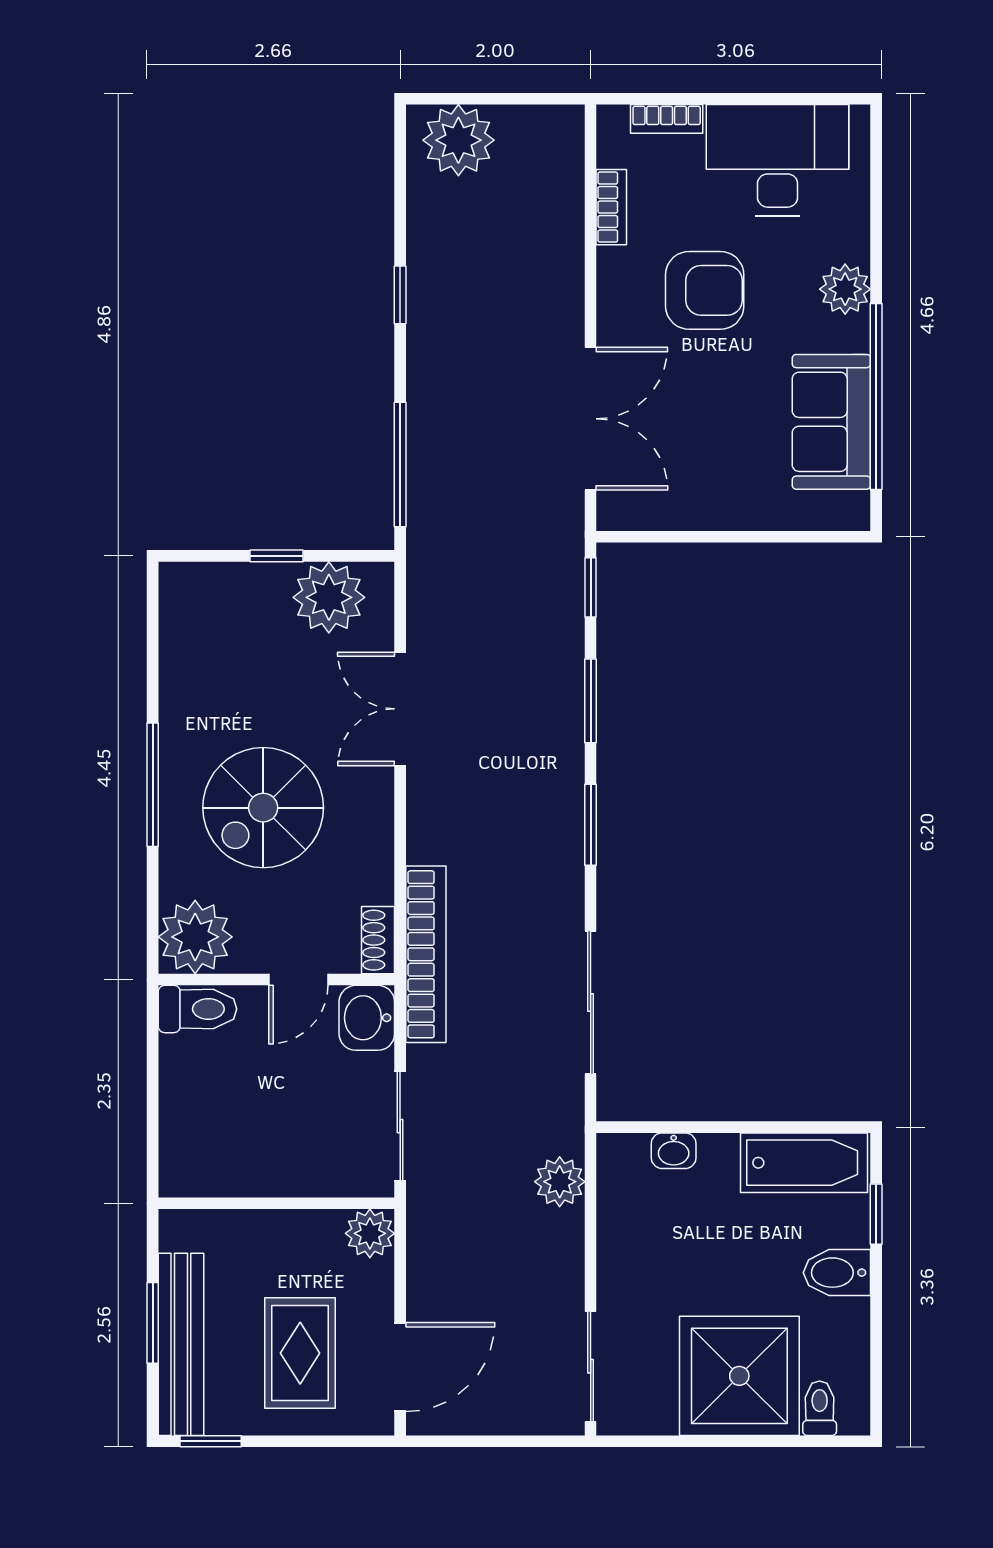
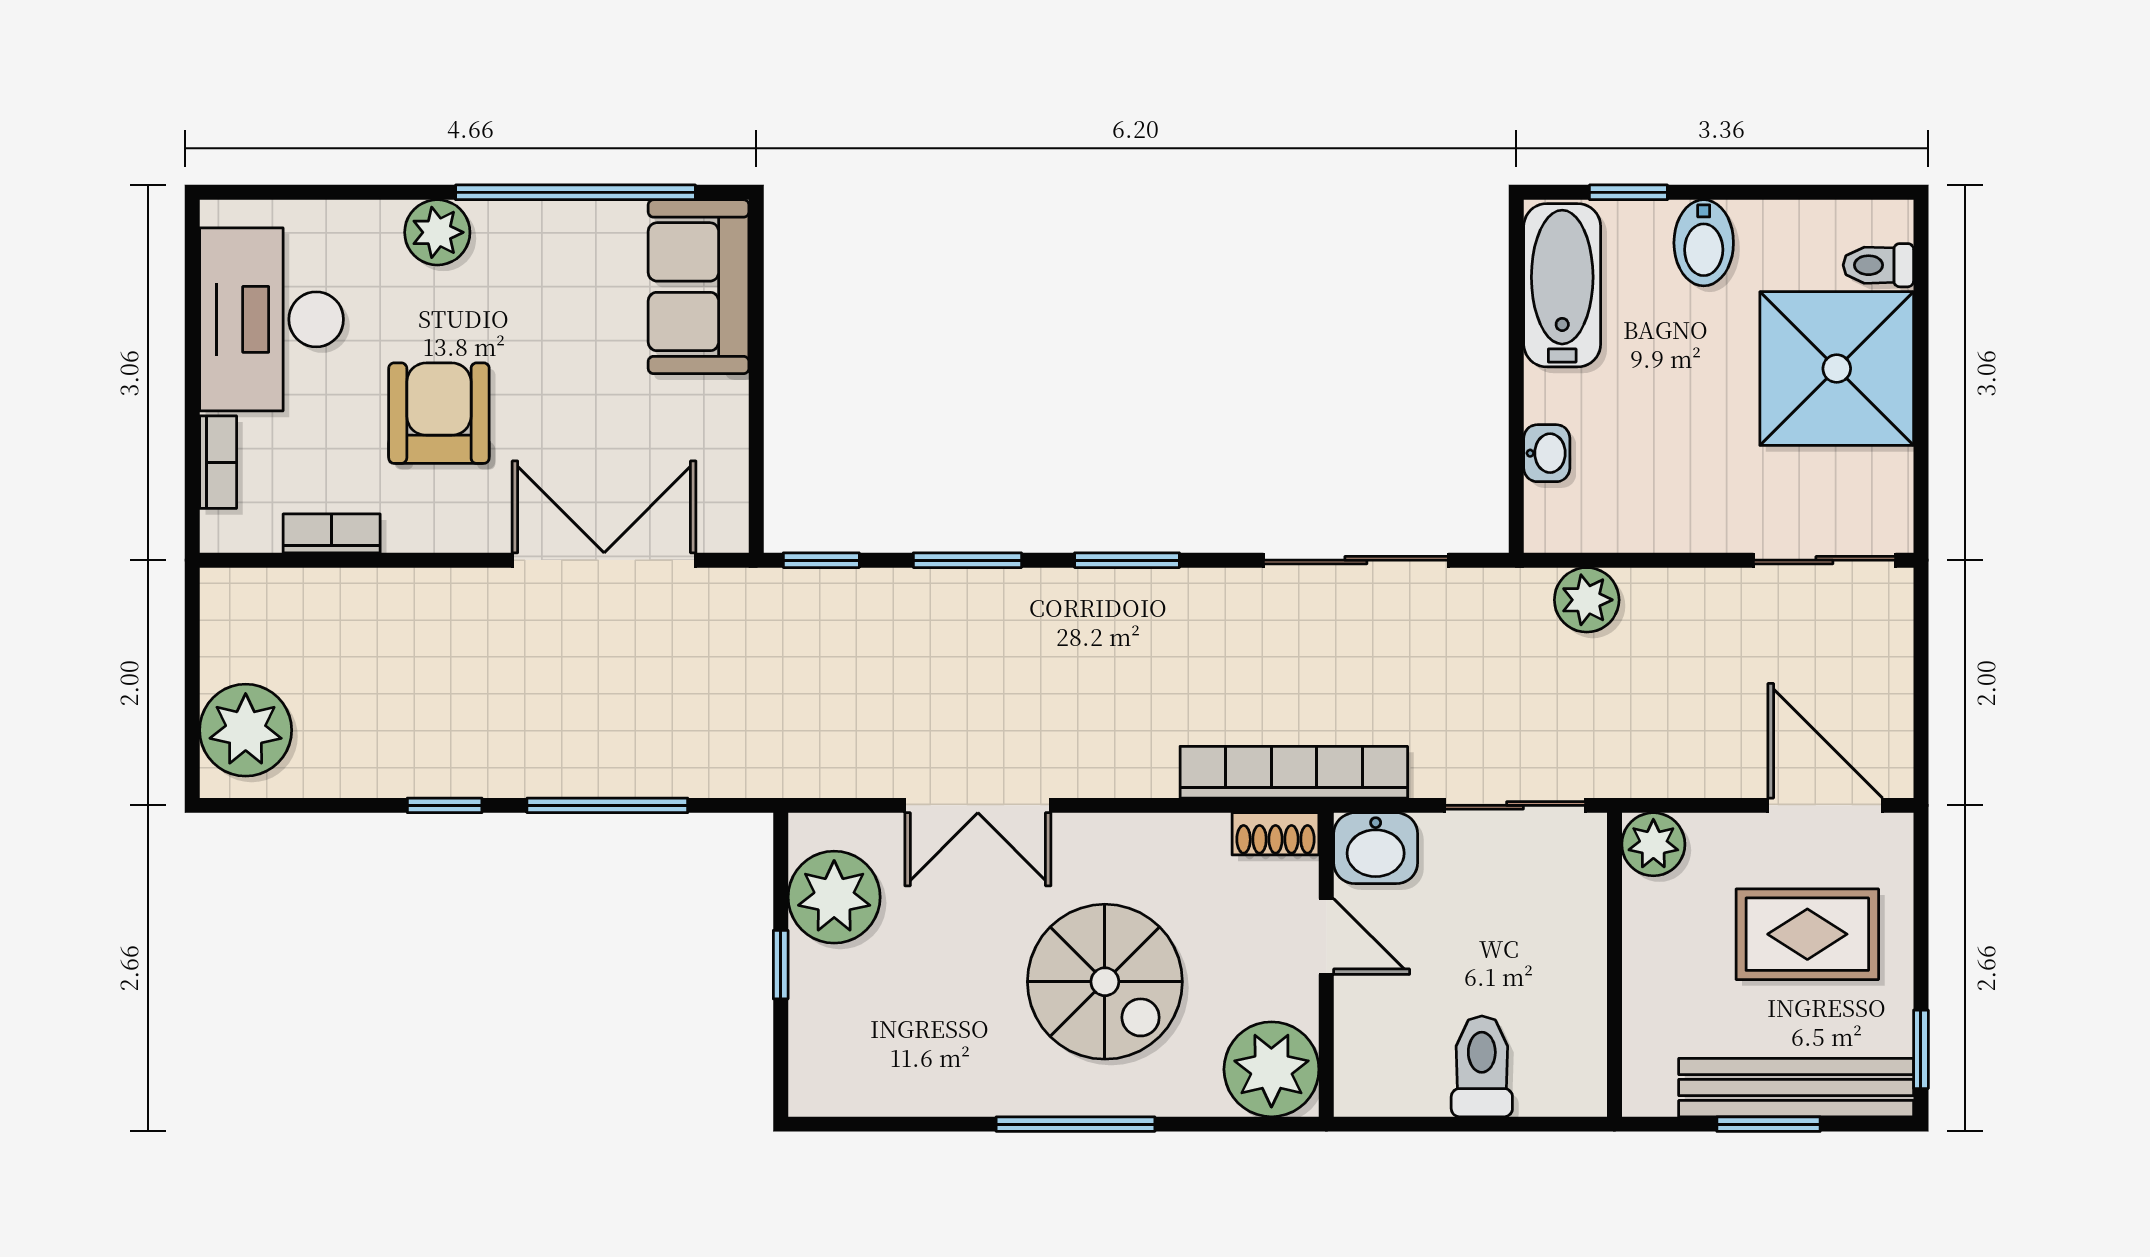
sofa: (831, 422) -> (699, 287), moved, turned 90
window: (400, 464) -> (607, 805), moved
toilet: (197, 1009) -> (1482, 1066), moved

